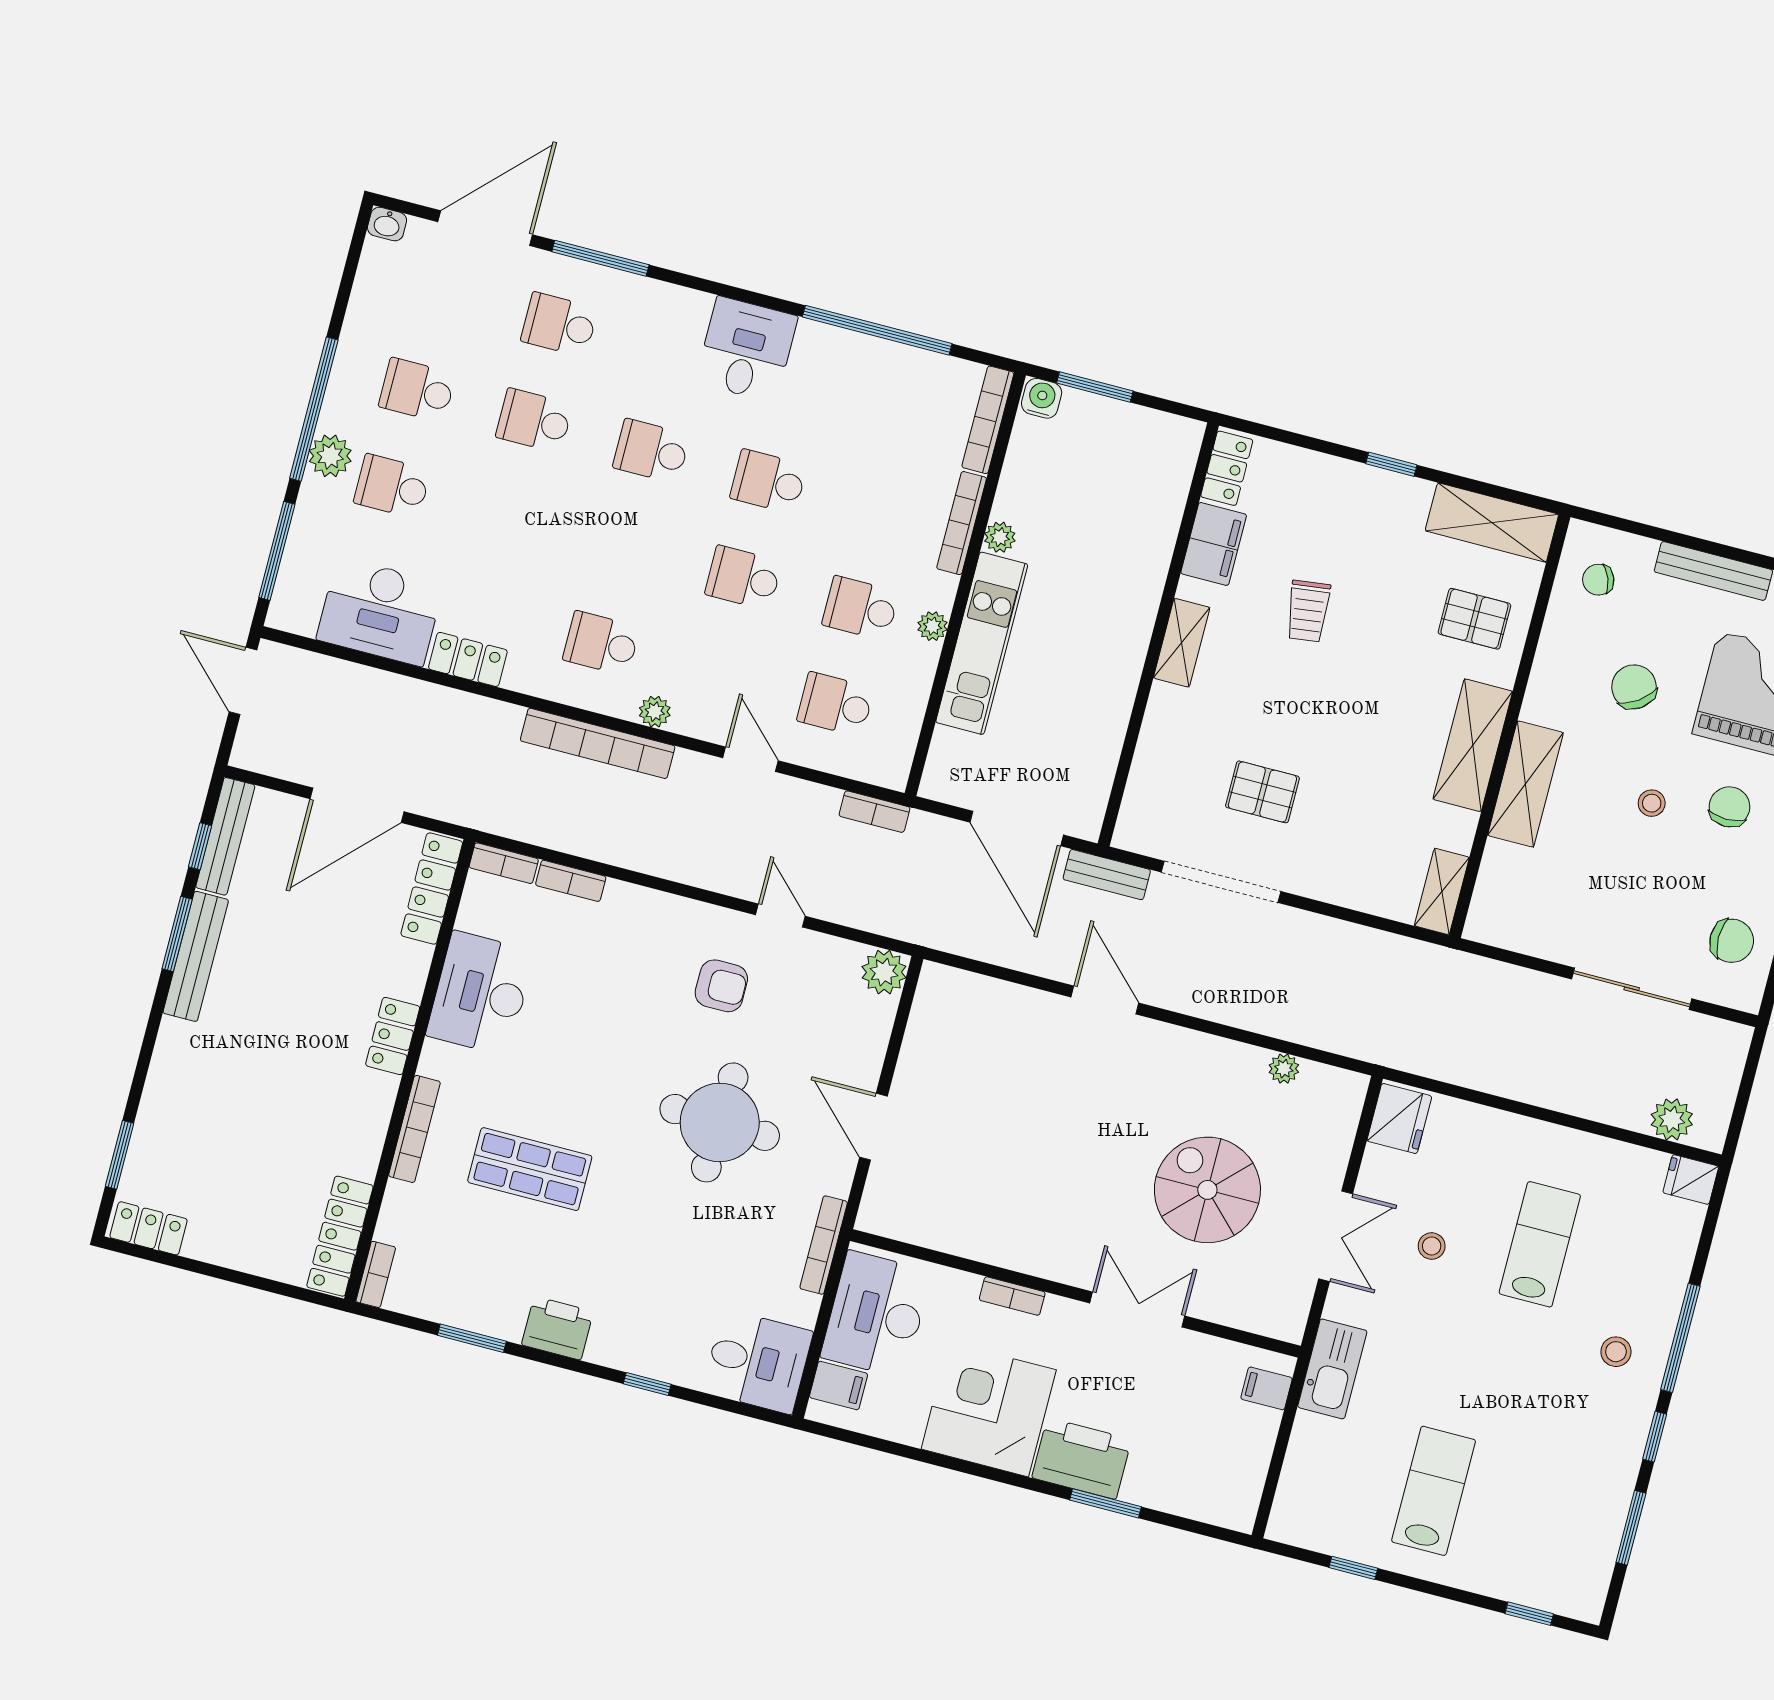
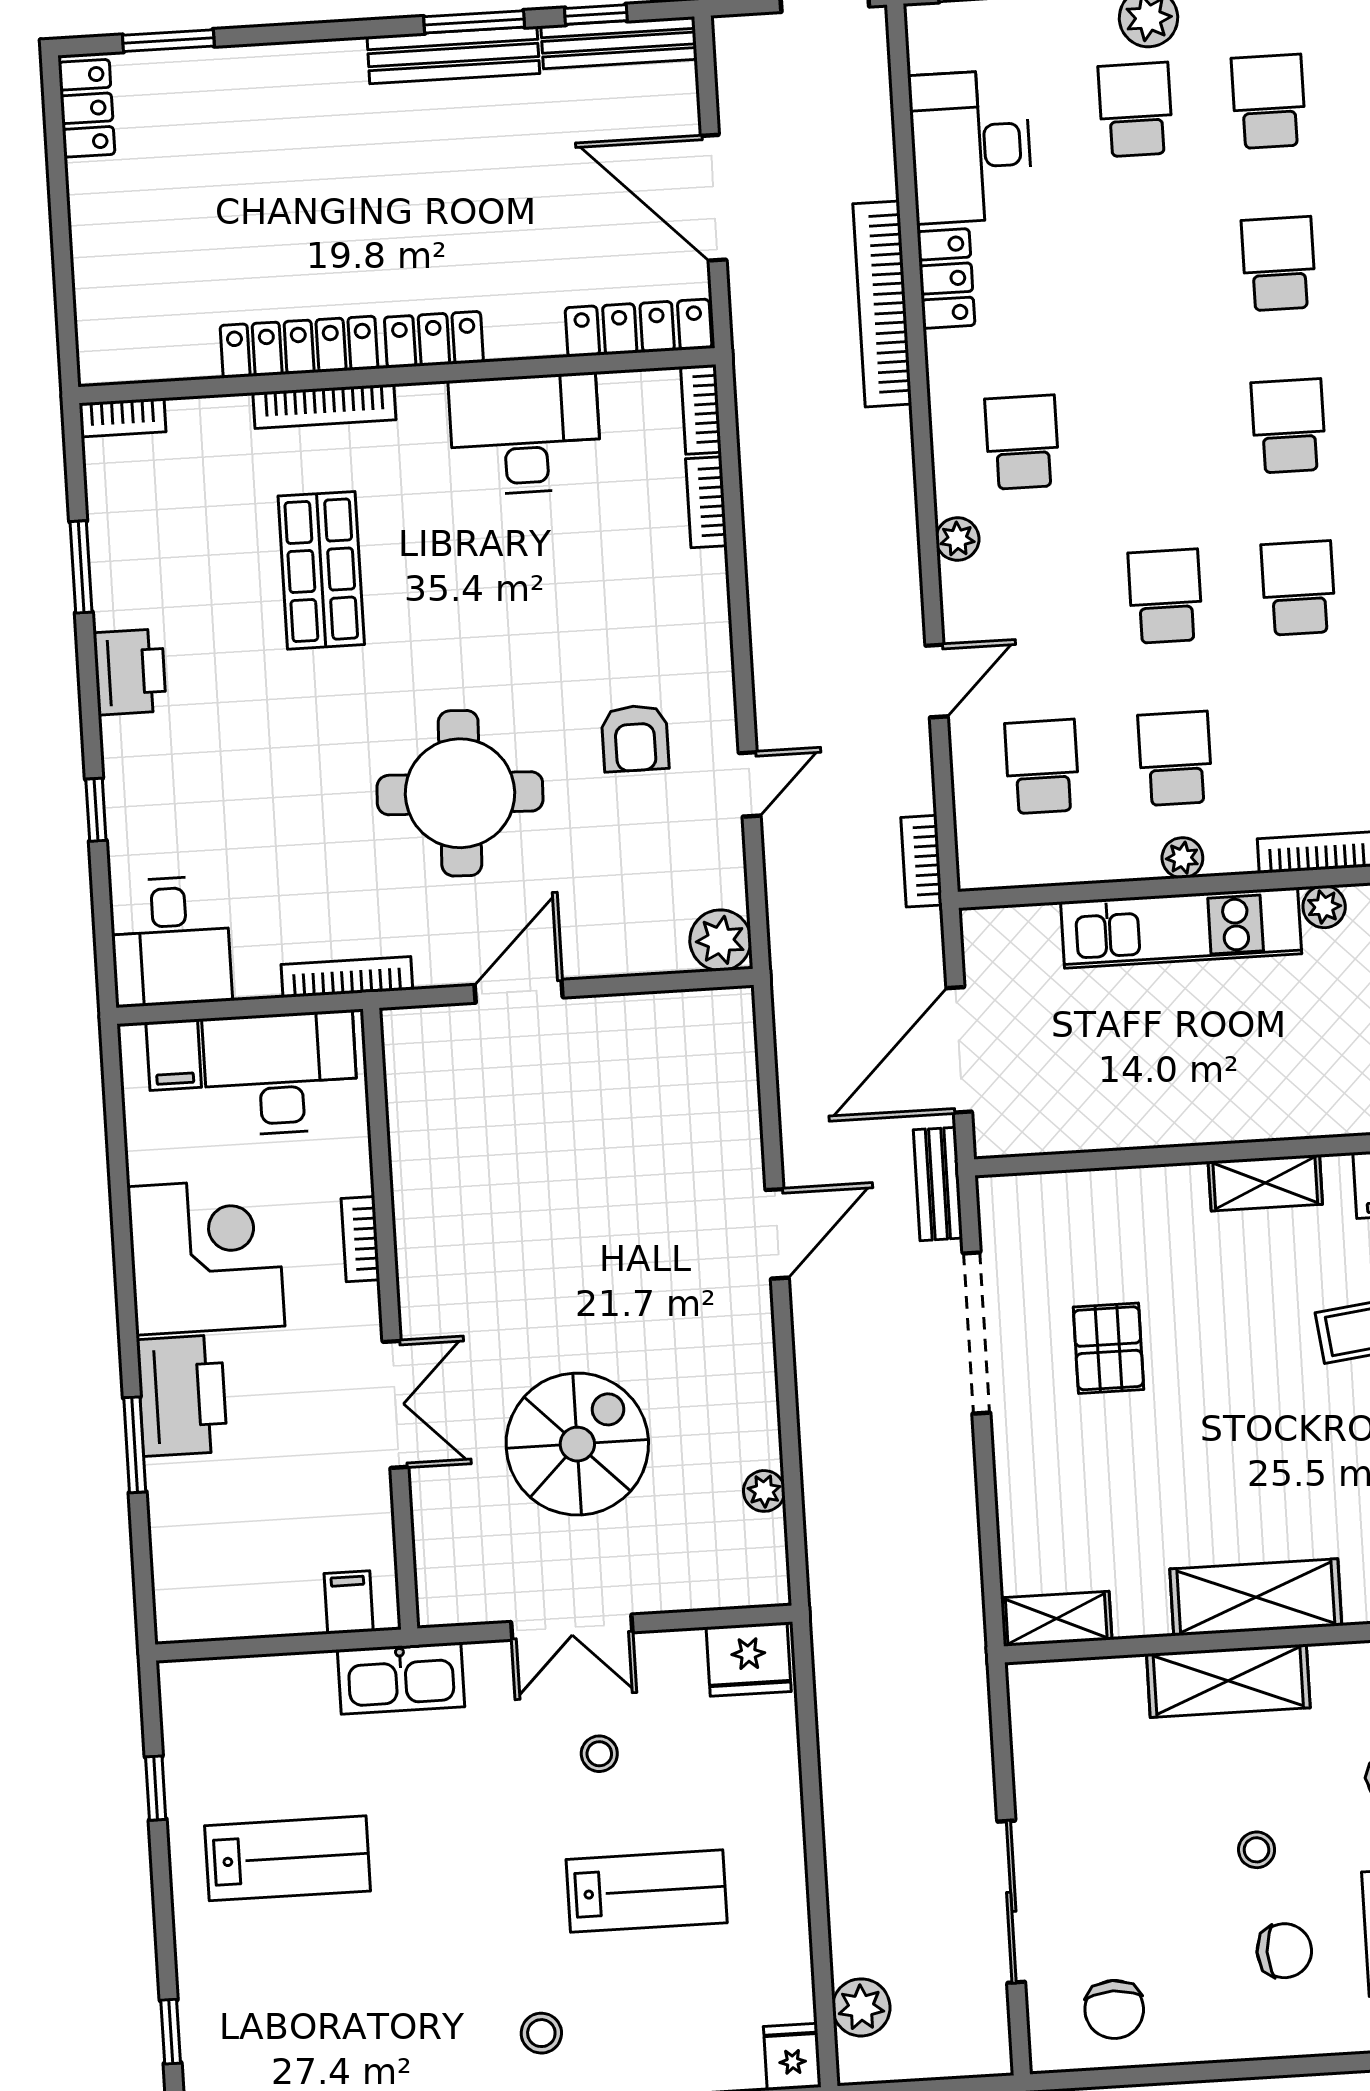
bookcase: (598, 743) -> (882, 304), moved
locker: (340, 1236) -> (299, 347), moved

